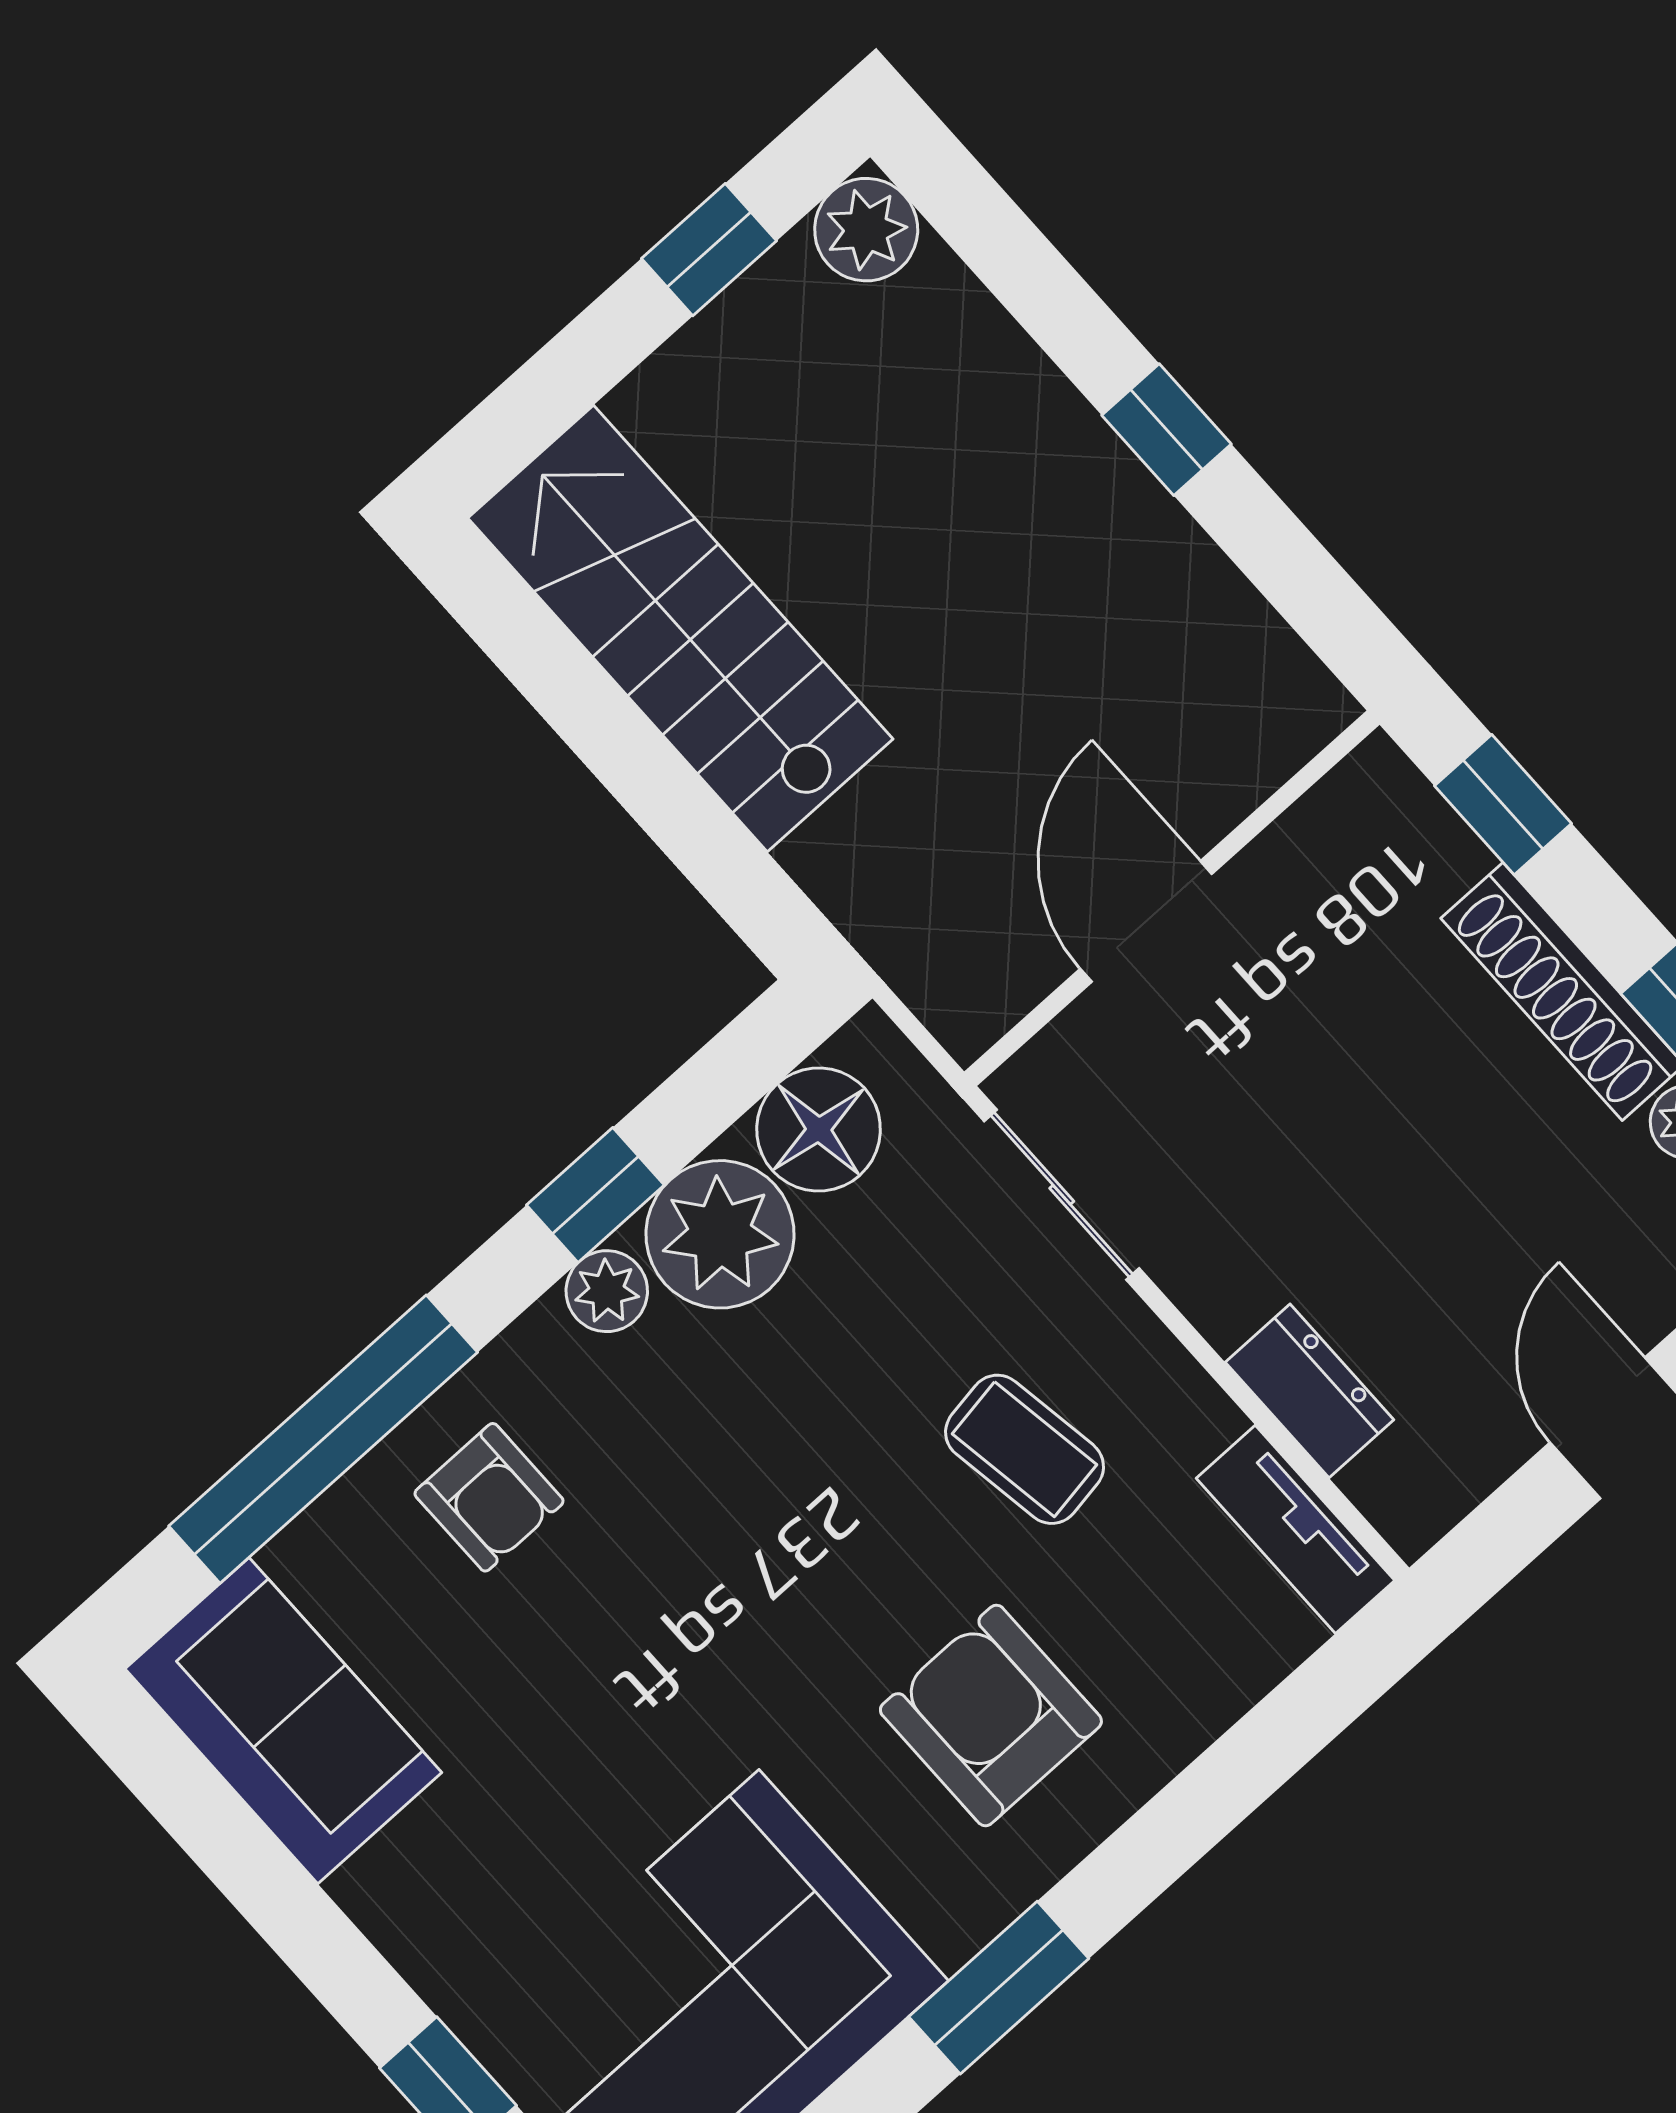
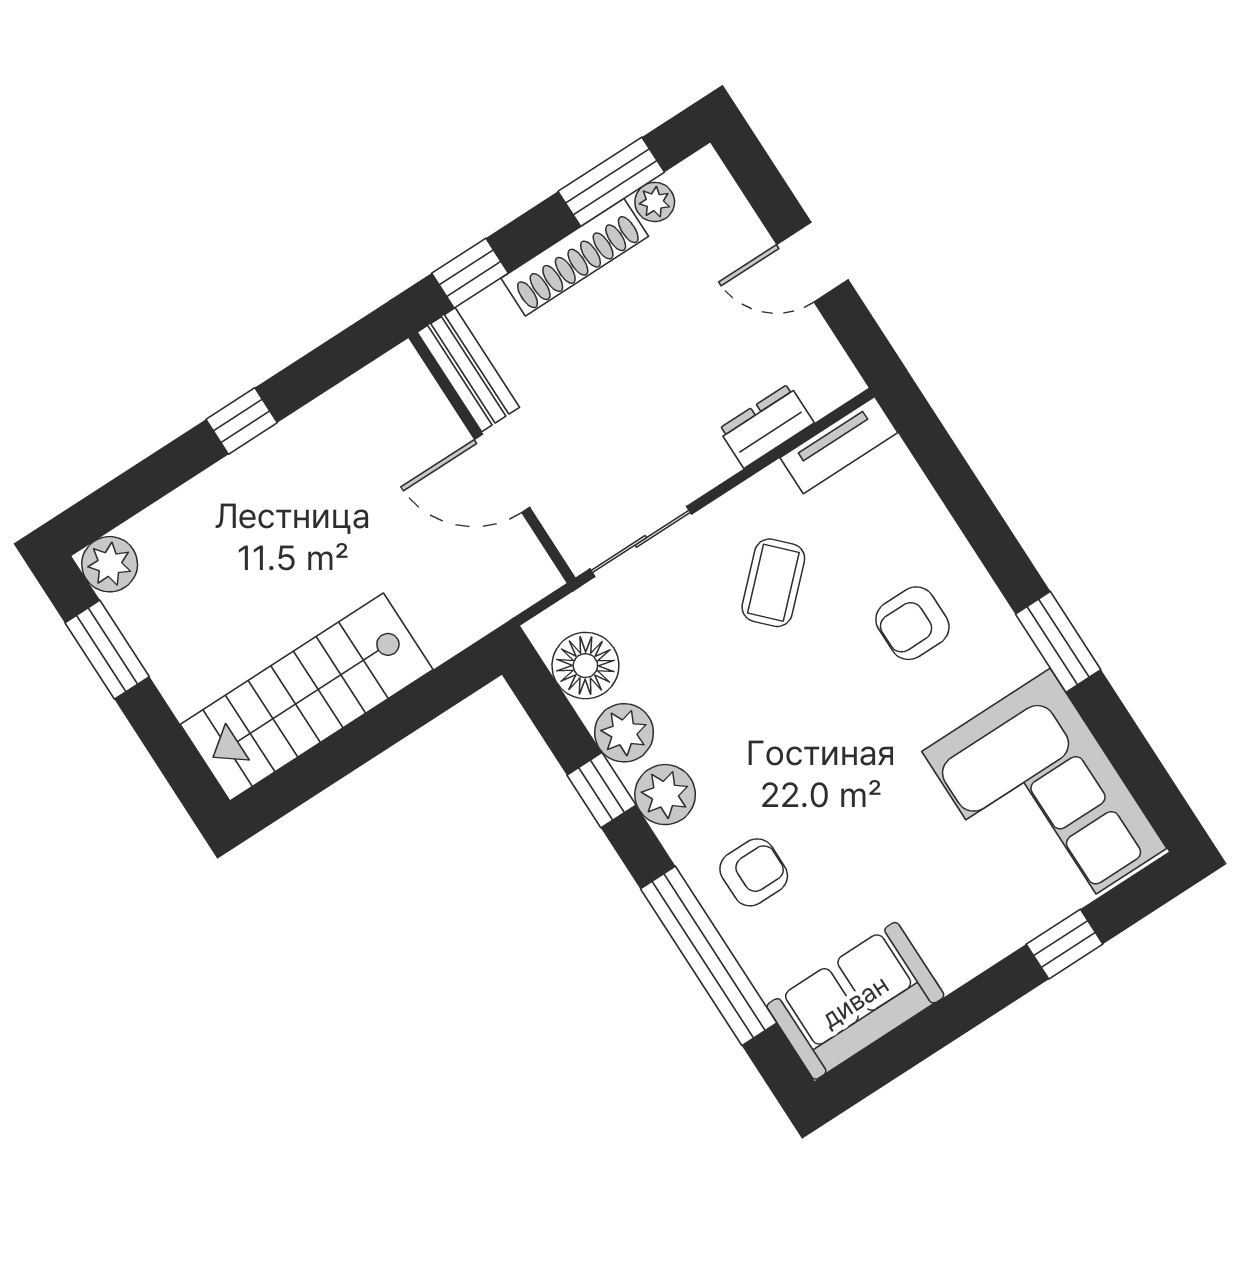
window: (709, 250) -> (107, 650), width x1.50
bench: (1326, 830) -> (468, 370), added
plant: (720, 1234) -> (624, 733), width x0.73, depth x0.73
plant: (607, 1291) -> (665, 795), width x1.38, depth x1.38
coffee table: (1025, 1449) -> (773, 583), turned -35
armchair: (991, 1716) -> (912, 623), width x0.72, depth x0.72

